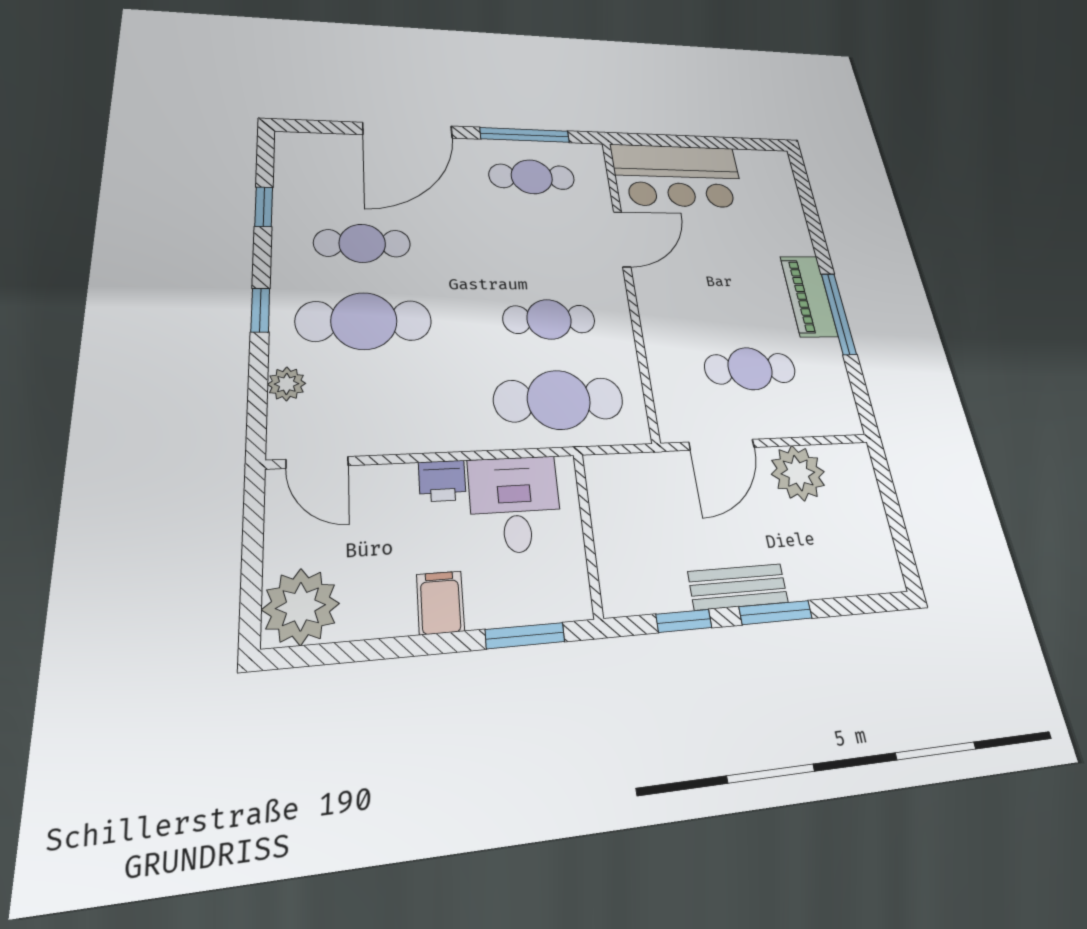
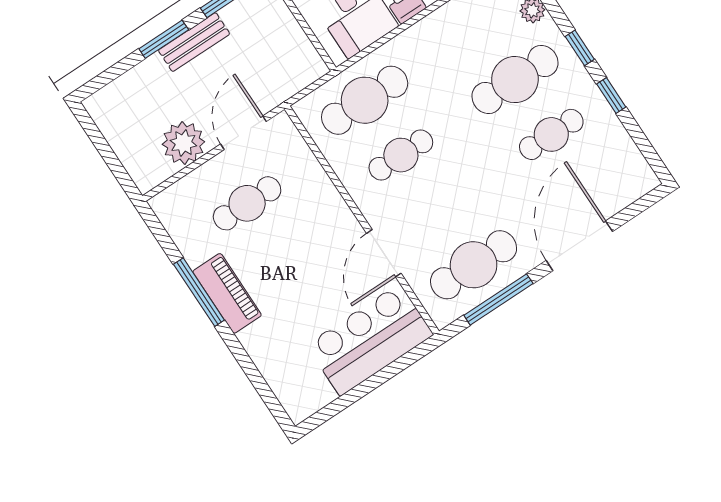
cafe table: (532, 177) -> (474, 265), width x1.37, depth x1.35
window: (264, 207) -> (611, 95), moved

